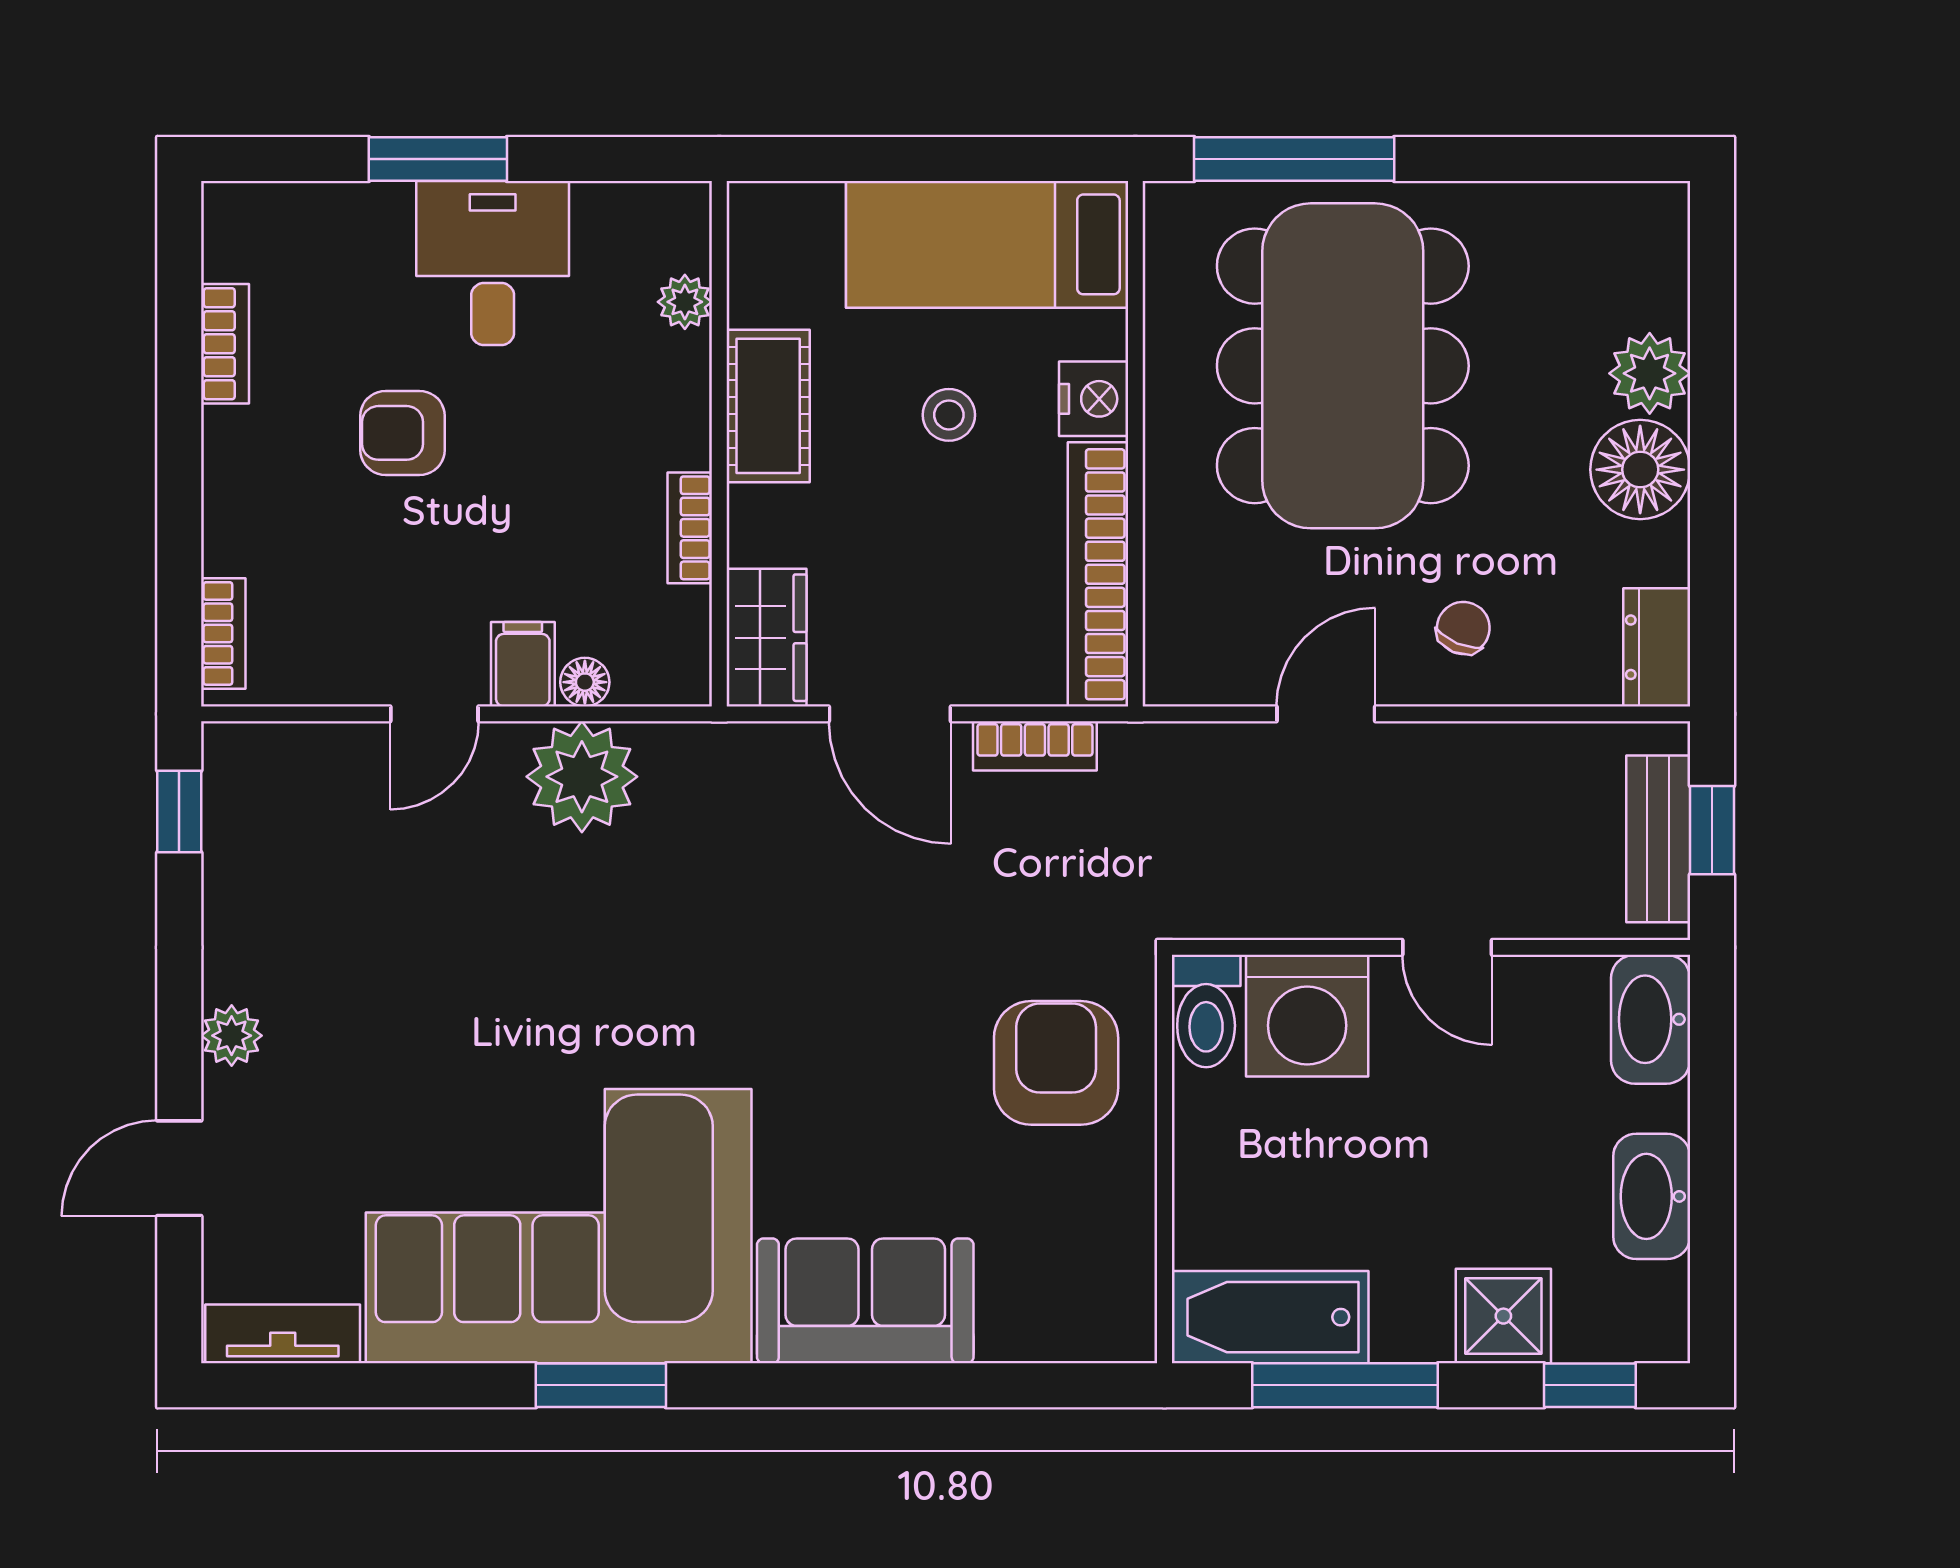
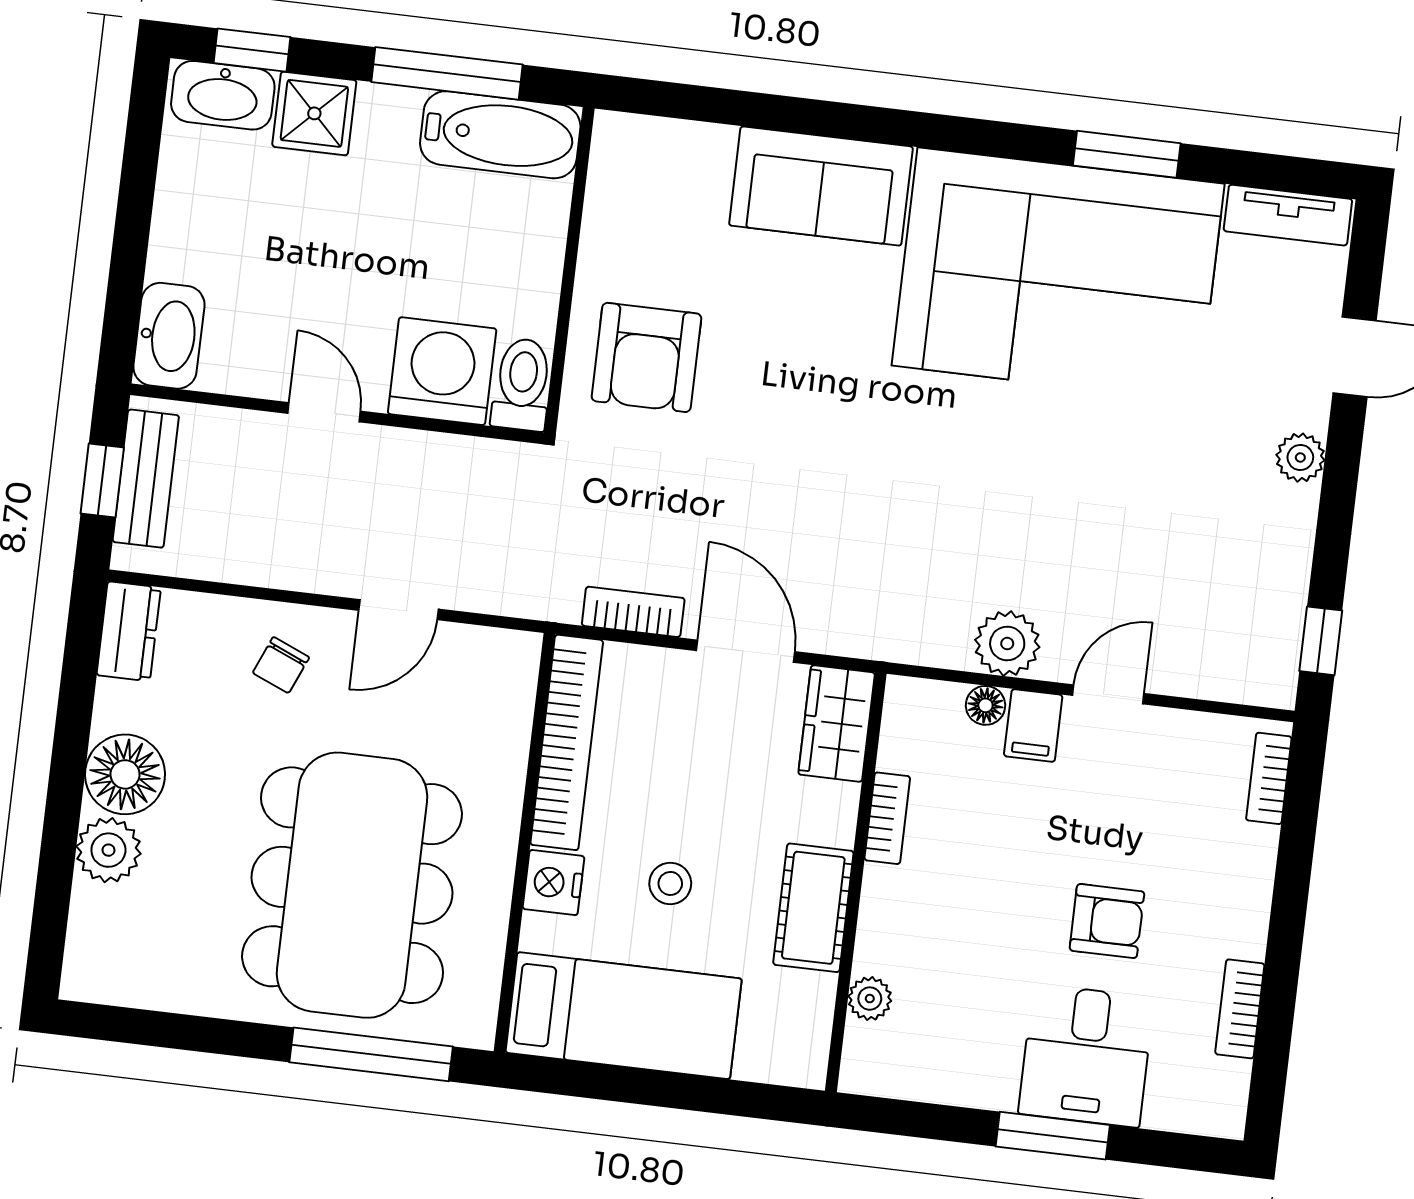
desk: (493, 263) -> (1086, 1056), moved
plant: (582, 777) -> (1007, 644), width x0.73, depth x0.73
washbasin: (1652, 1196) -> (223, 95), moved, turned 90
window: (601, 1385) -> (1127, 154), moved

